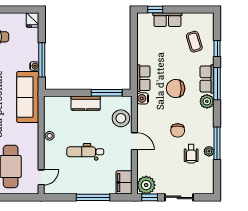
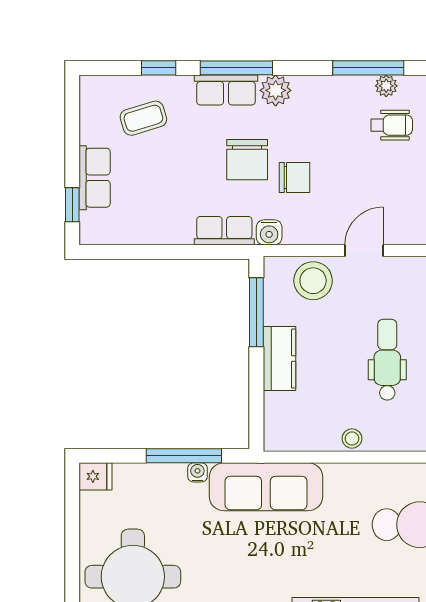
chair: (178, 130) -> (295, 177), moved
dental chair: (85, 152) -> (387, 360), turned 180

